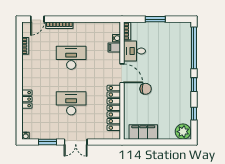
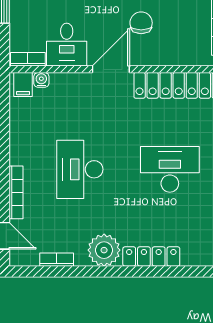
filing cabinet: (114, 47) -> (23, 85), moved
plant: (30, 70) -> (104, 250), added
locker: (27, 99) -> (151, 256), width x1.53
desk: (71, 103) -> (170, 169), turned 90

